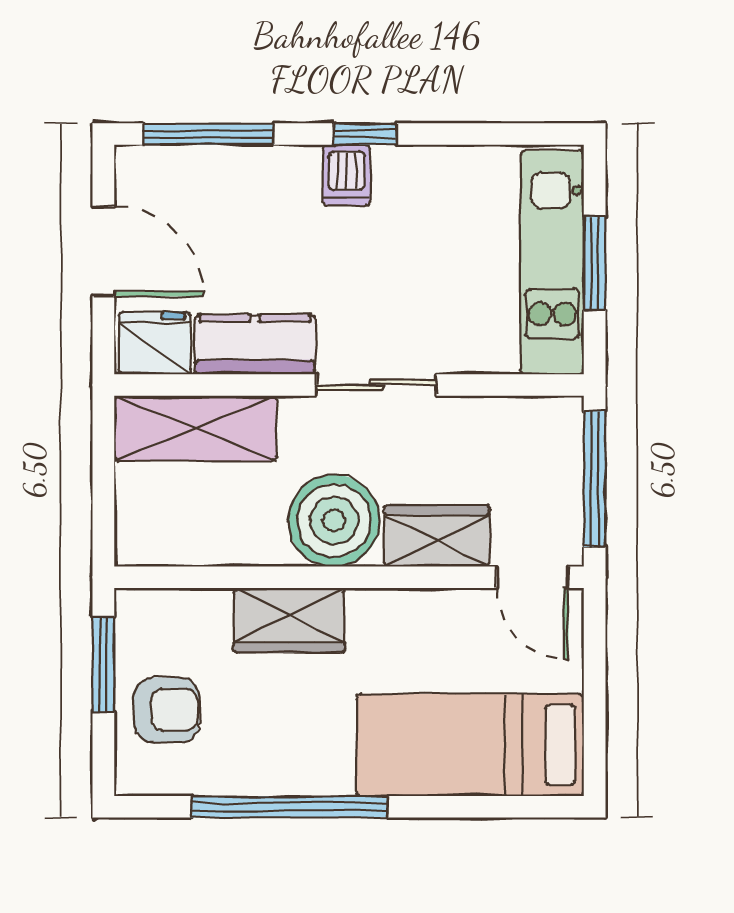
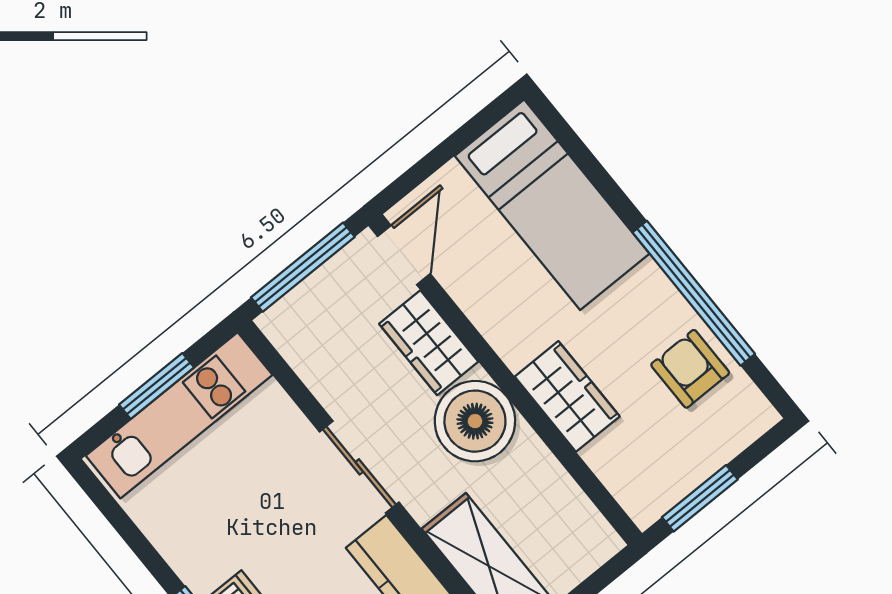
armchair: (167, 710) -> (690, 369), moved

